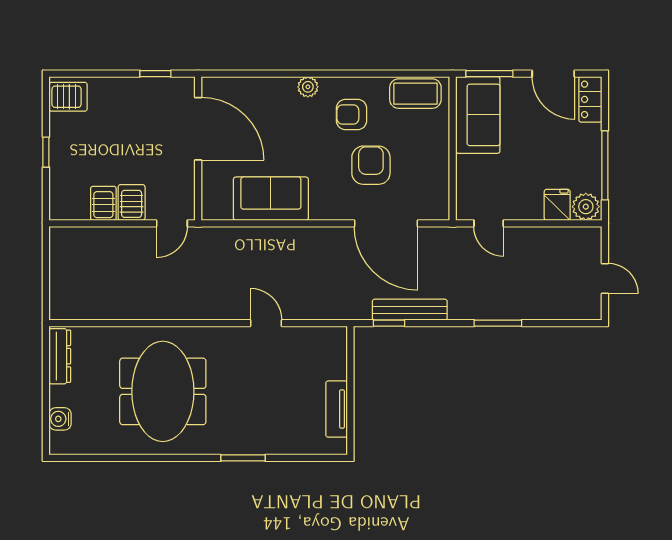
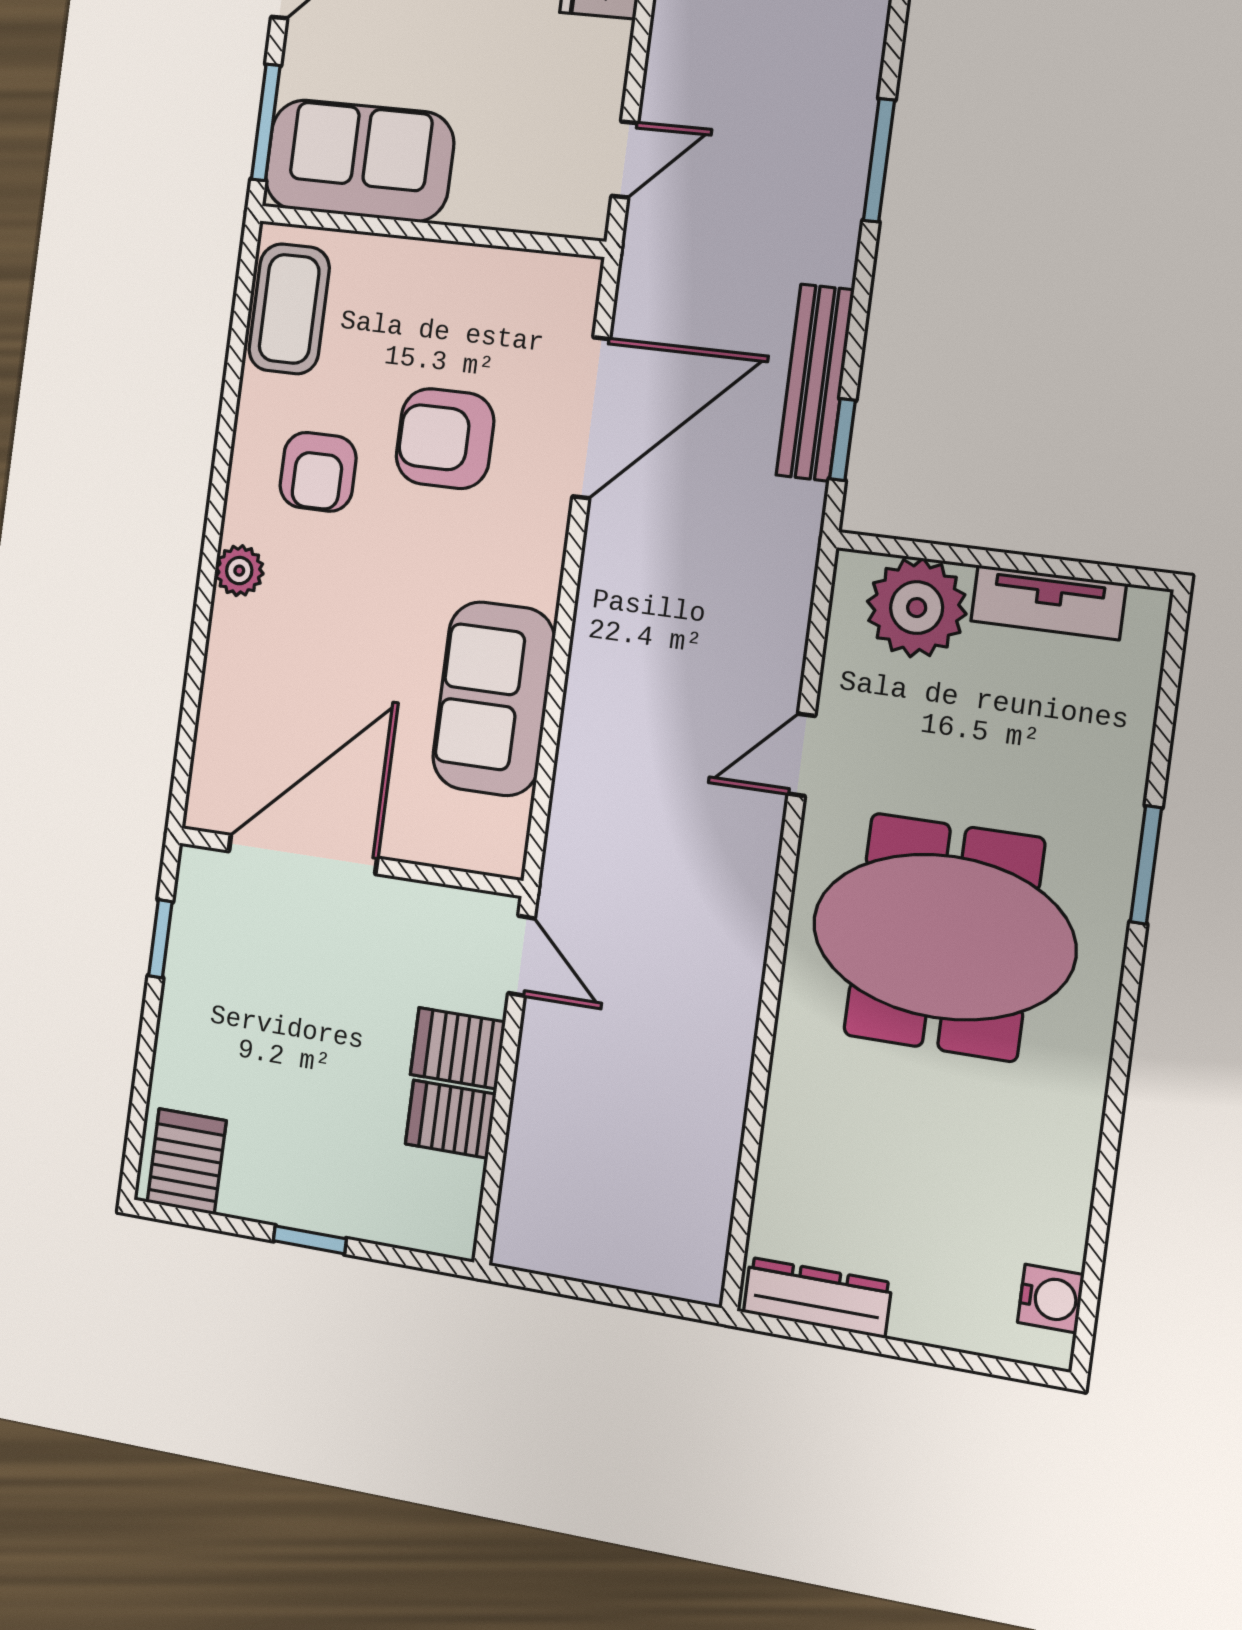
plant: (328, 360) -> (917, 608), added
meeting table: (163, 391) -> (944, 937), moved
water cooler: (60, 419) -> (1051, 1299), moved, turned -90

